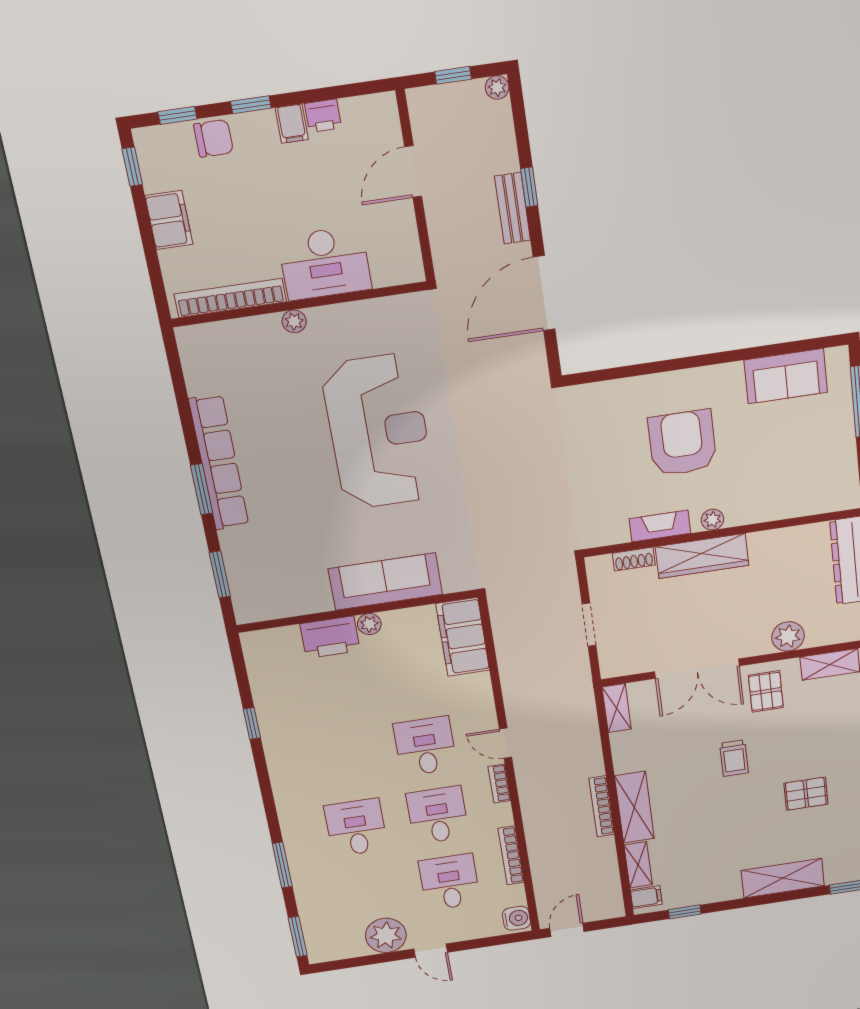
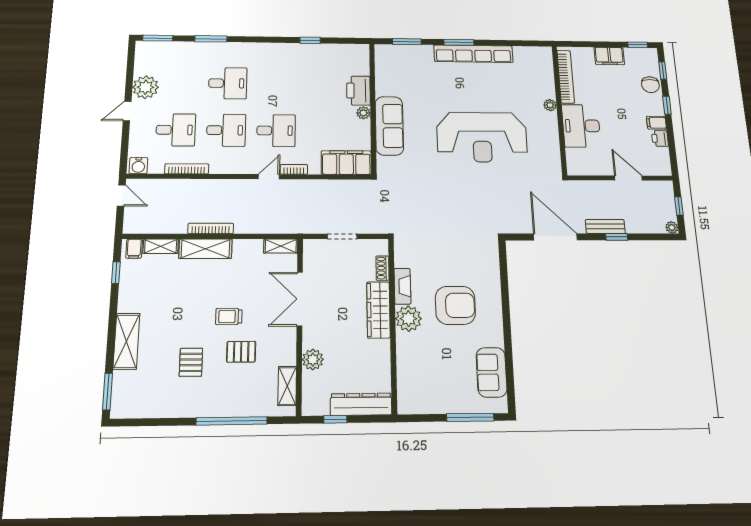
plant: (712, 520) -> (408, 319), width x1.87, depth x1.87
pallet: (766, 691) -> (241, 352), moved
bookcase: (499, 783) -> (294, 169), moved

